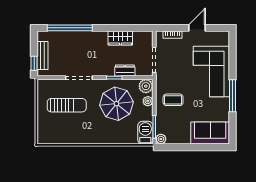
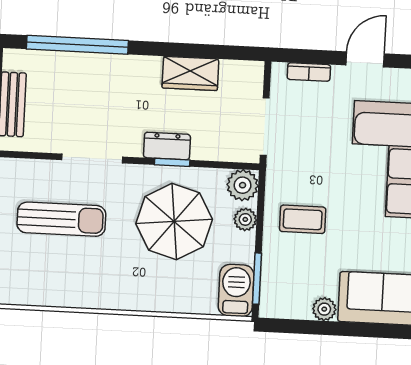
dresser: (125, 70) -> (167, 146), moved
plant: (161, 139) -> (324, 309), moved

